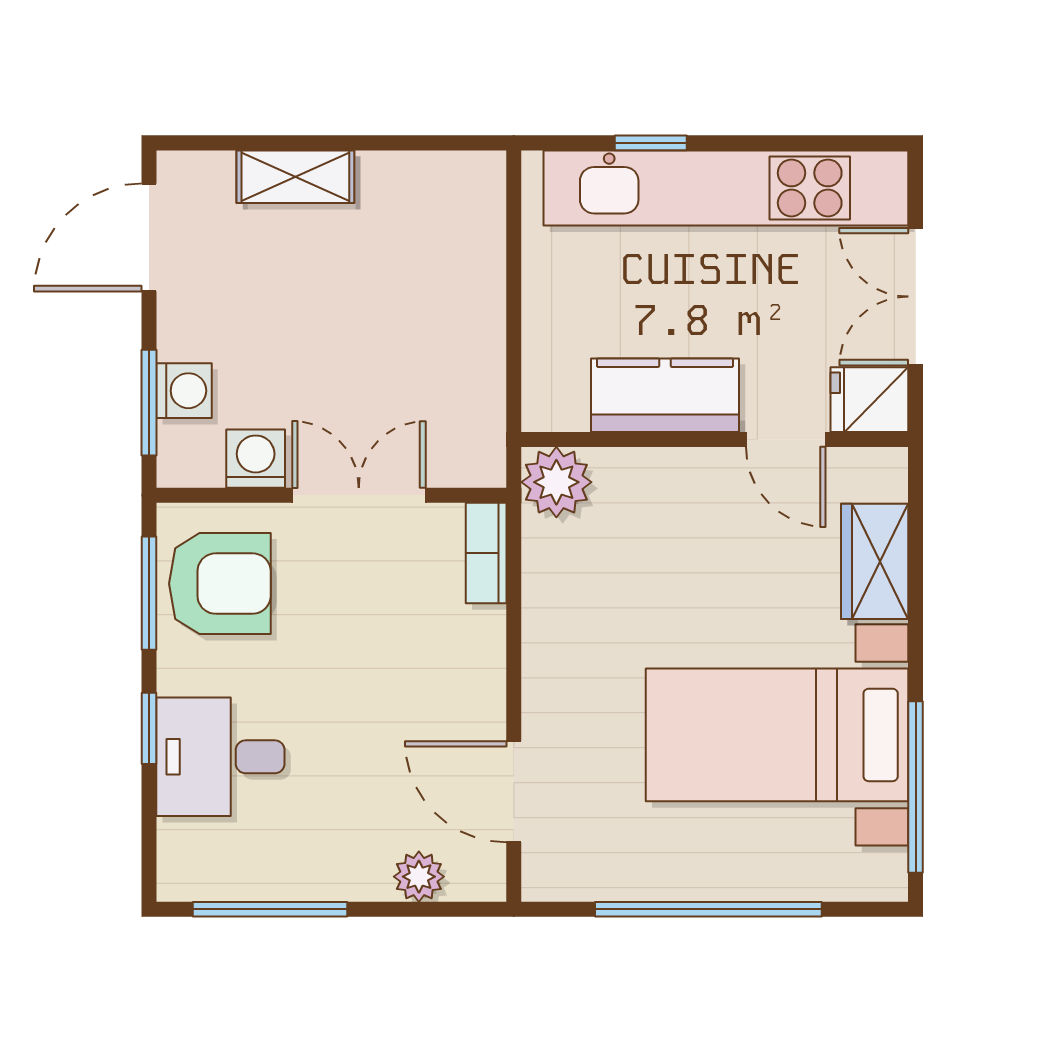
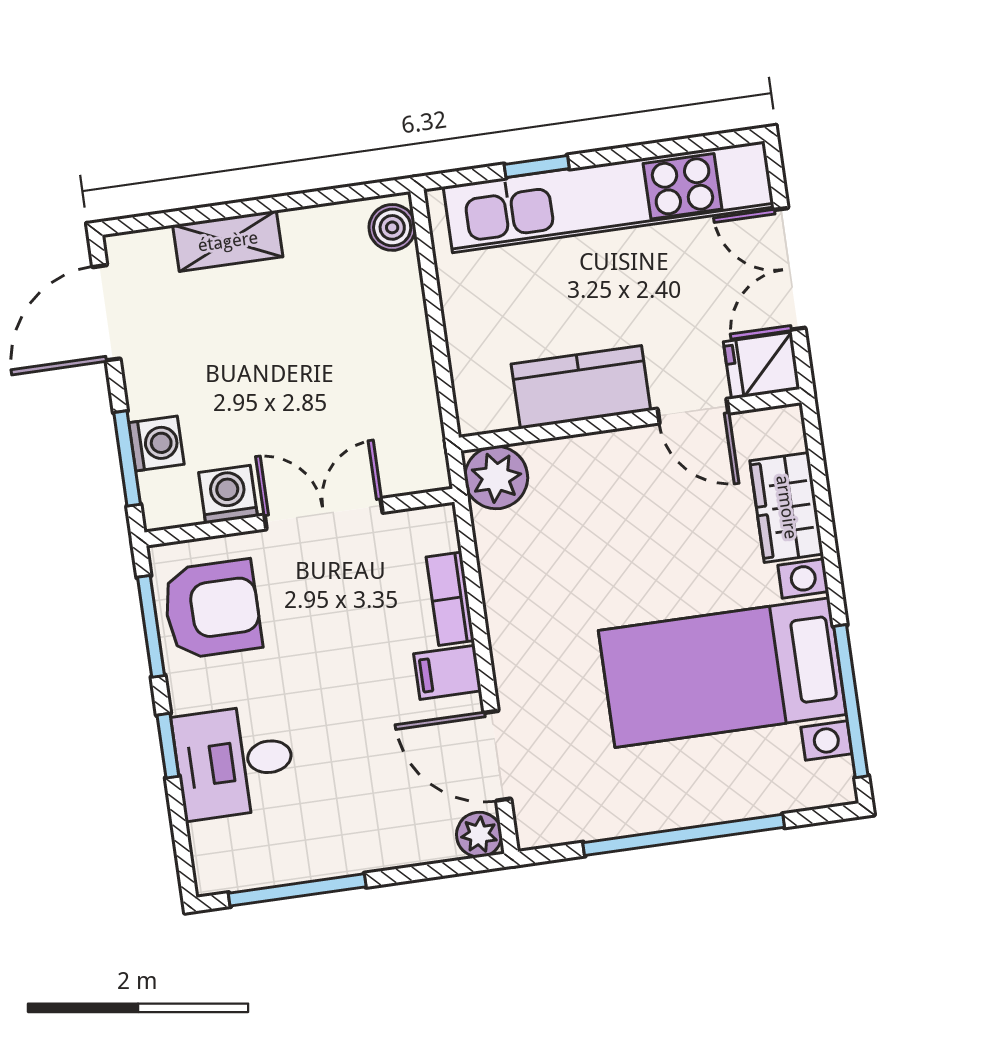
boiler: (480, 188) -> (392, 227), added
bookcase: (486, 553) -> (450, 599), moved
filing cabinet: (472, 691) -> (448, 672), added
plant: (419, 877) -> (479, 835), moved

